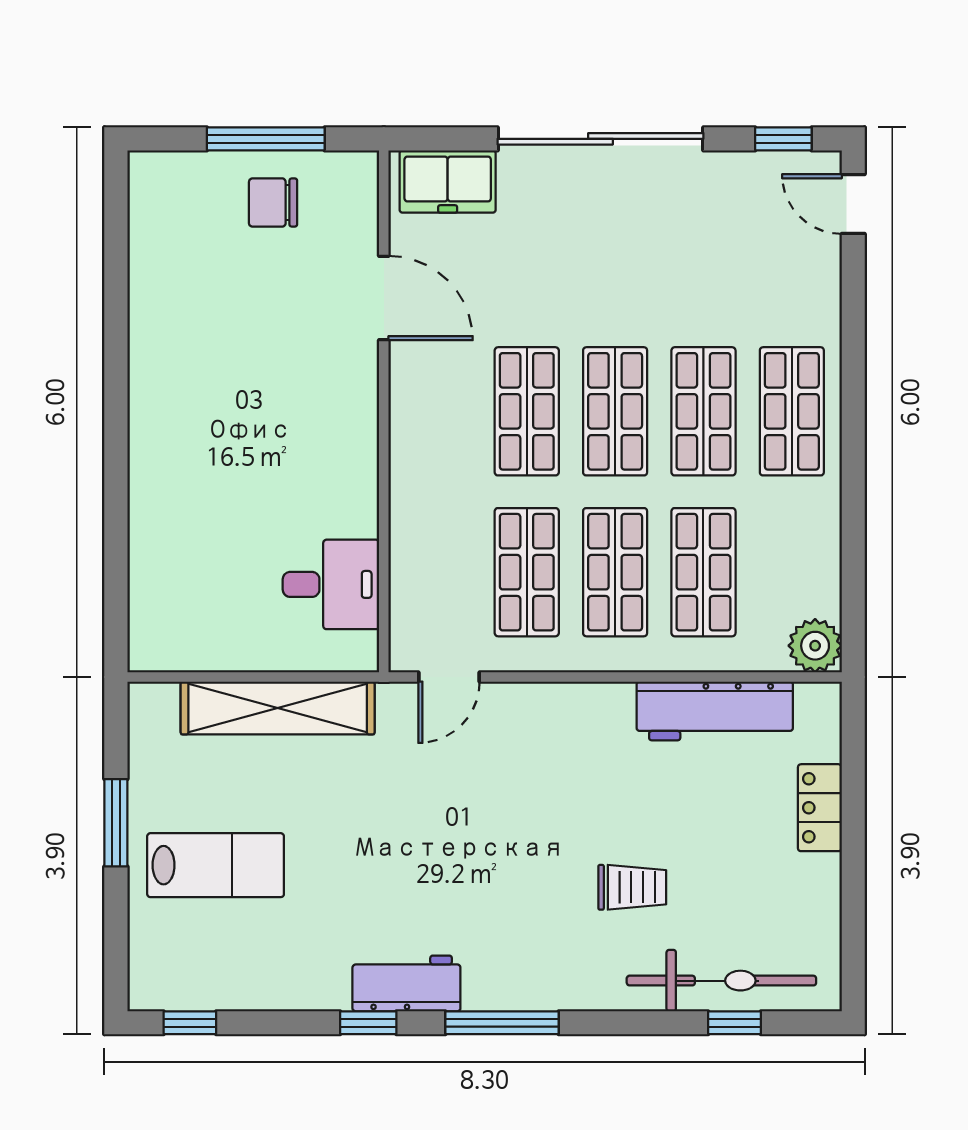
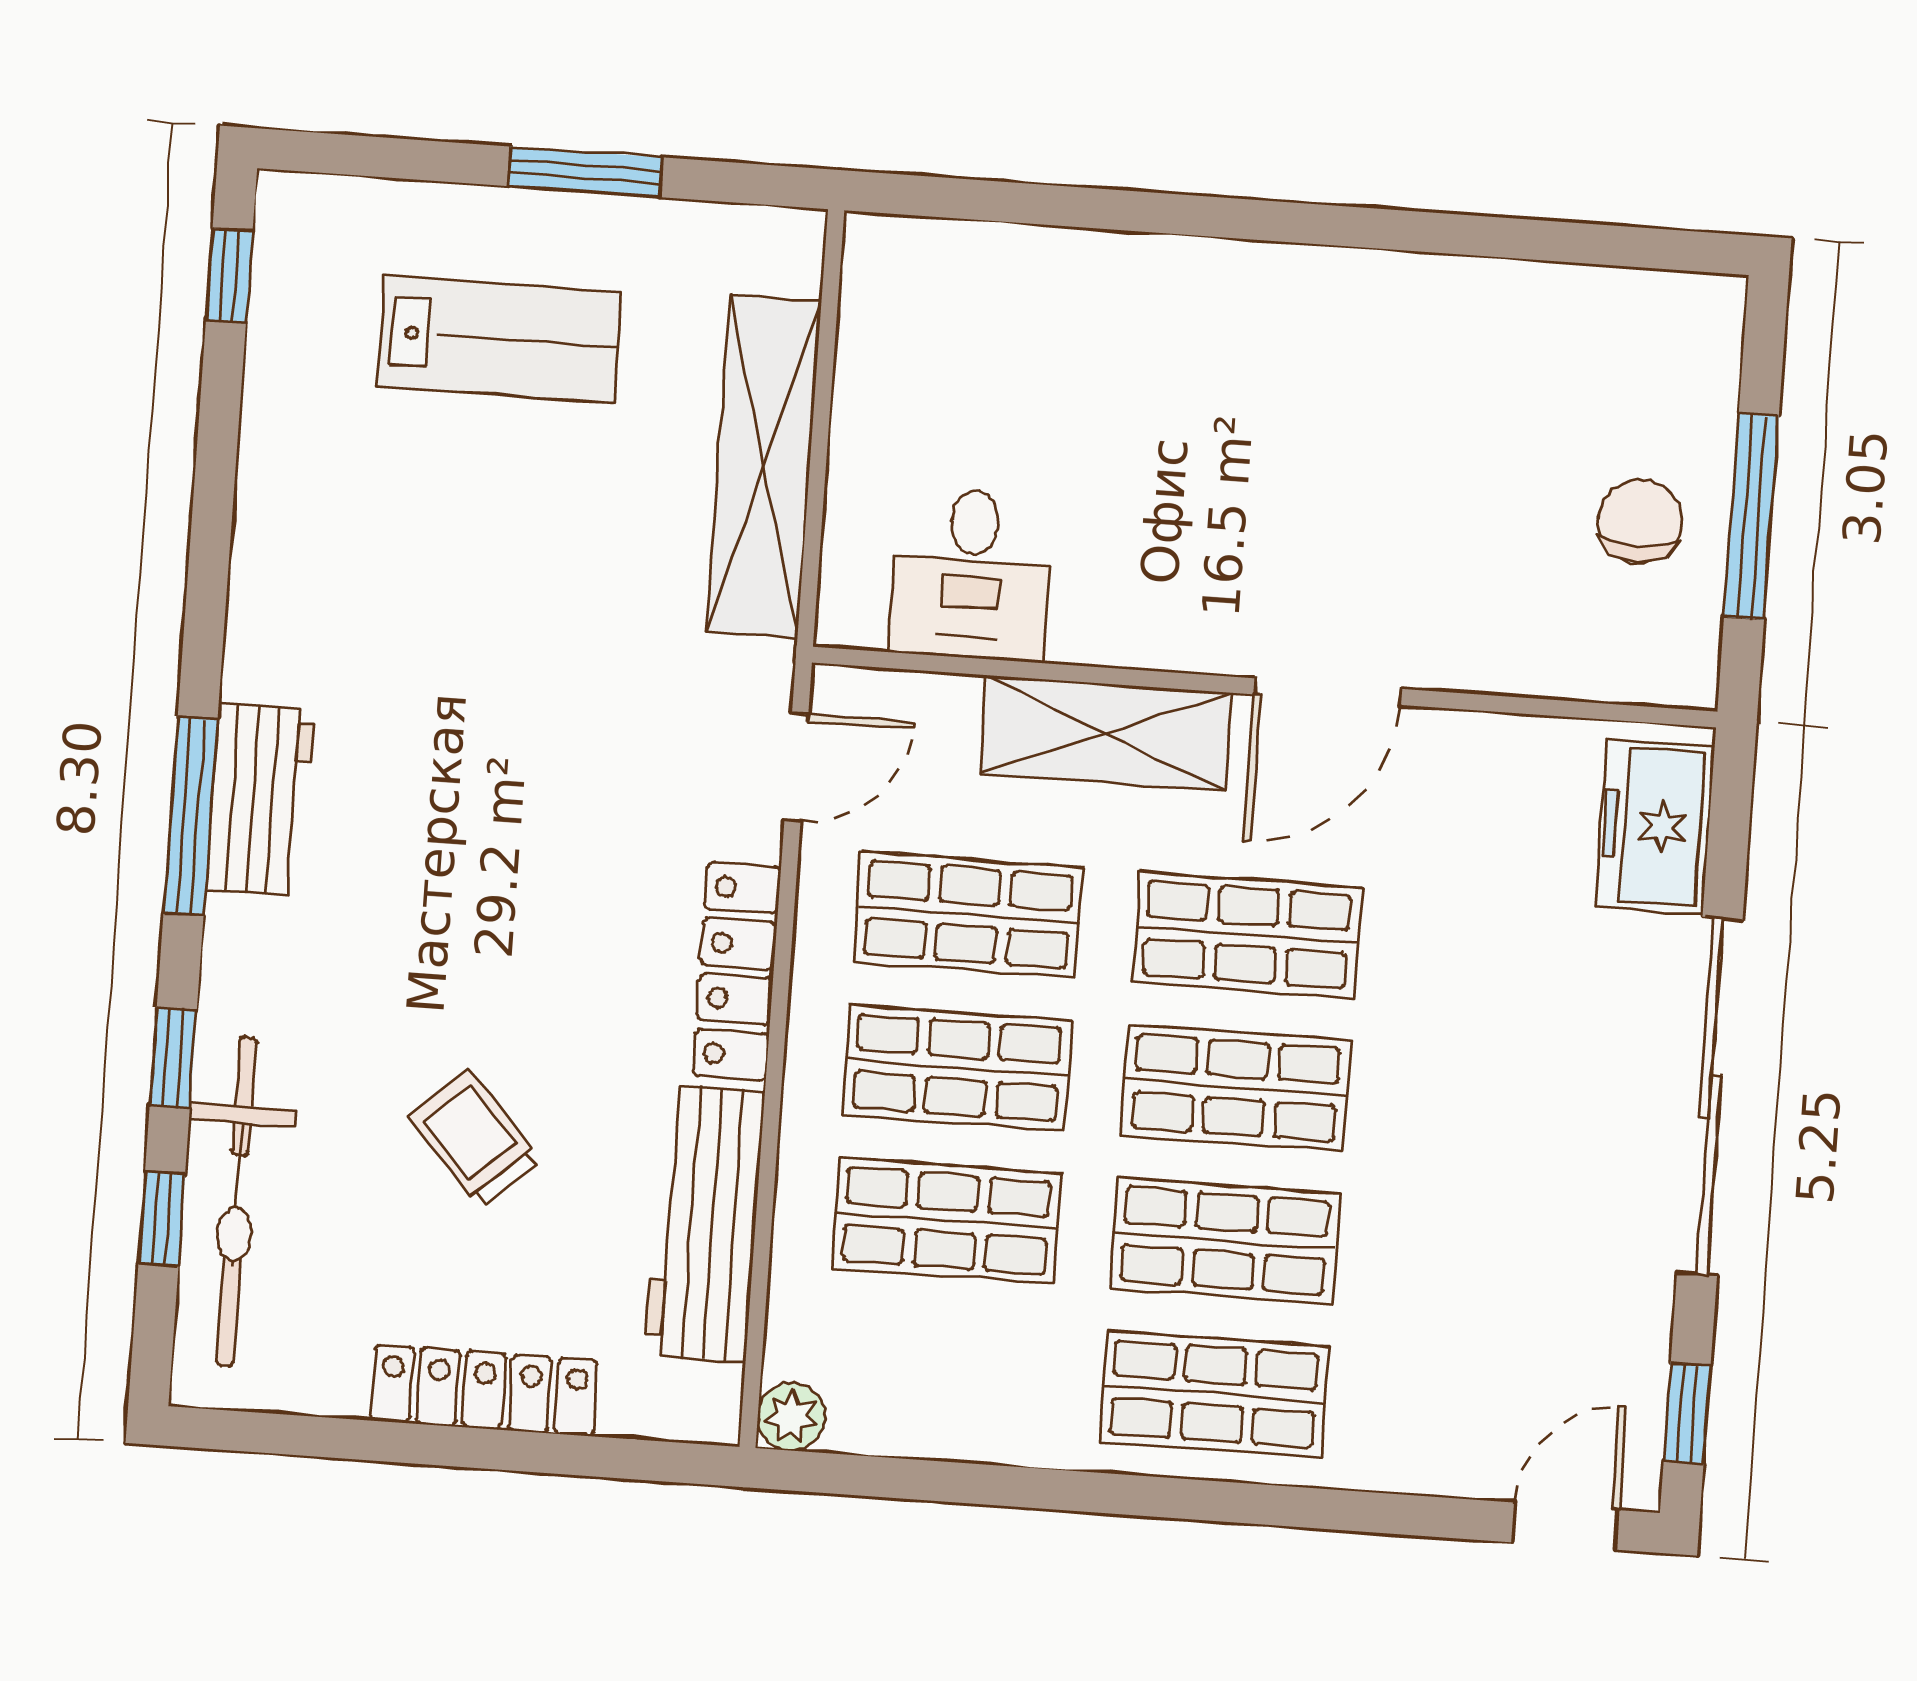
door: (384, 298) -> (1328, 692), moved
shelving: (417, 501) -> (1106, 733), added
plant: (815, 646) -> (791, 1417), width x0.73, depth x0.73
door: (449, 677) -> (796, 767), swing flipped
locker: (569, 703) -> (737, 971), added
locker: (820, 808) -> (484, 1390), width x1.53
lab bench: (216, 865) -> (499, 339), turned -90
trolley: (632, 887) -> (475, 1139), moved, turned 138
workbench: (406, 983) -> (260, 799), moved
window: (368, 1023) -> (173, 1058), moved

